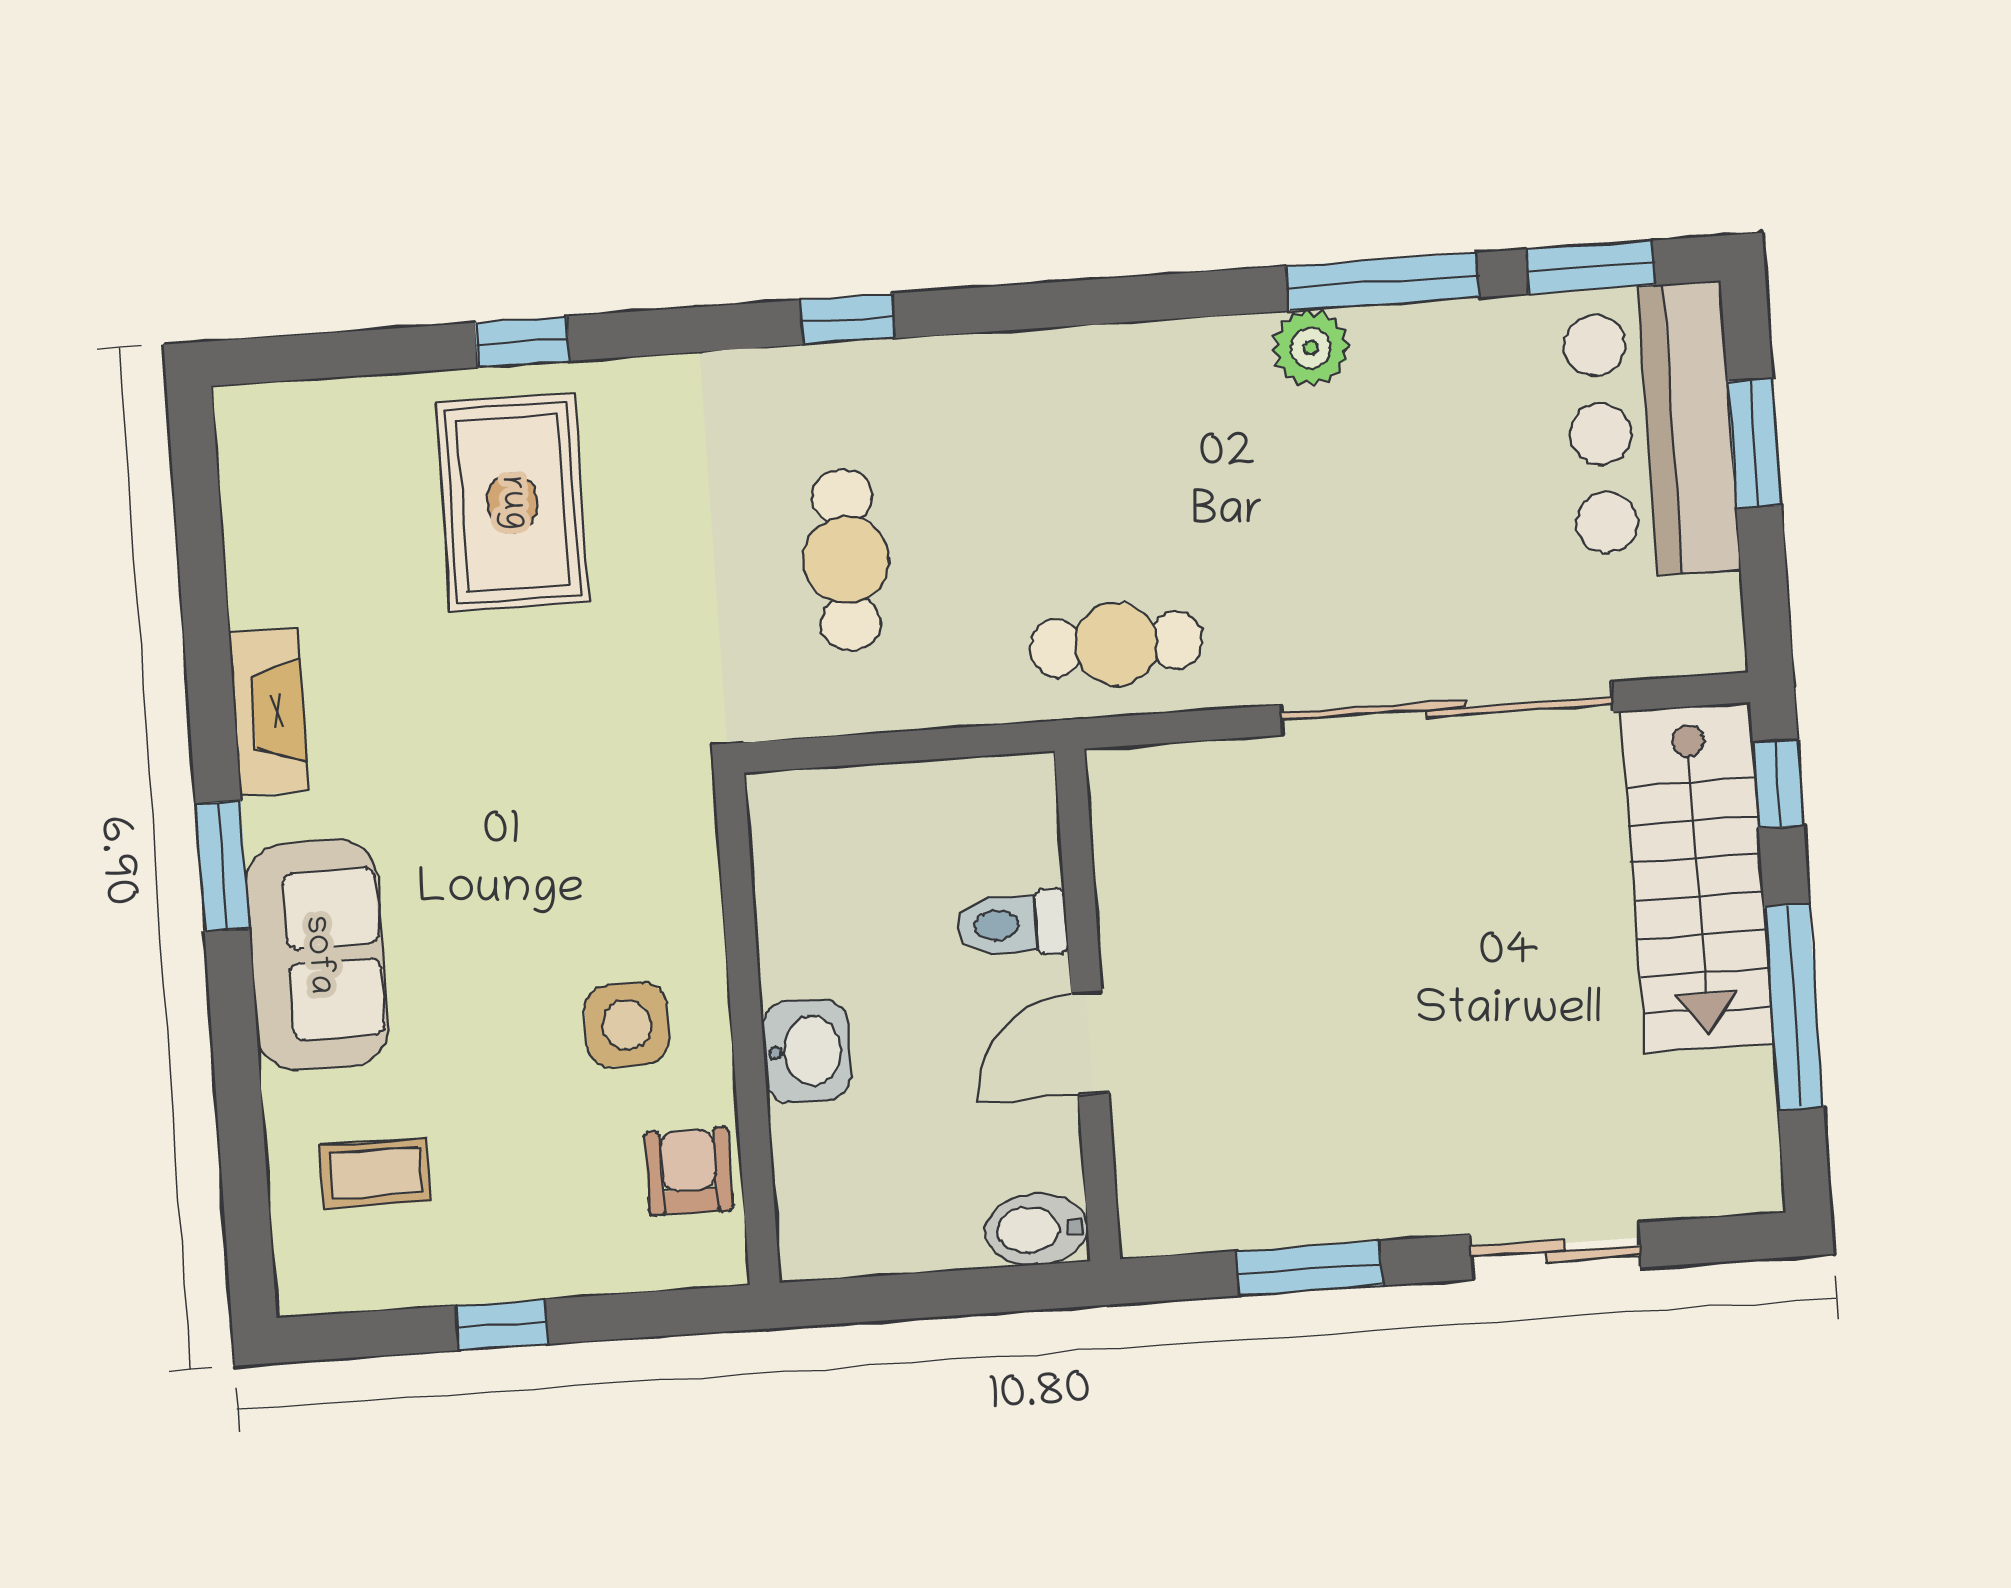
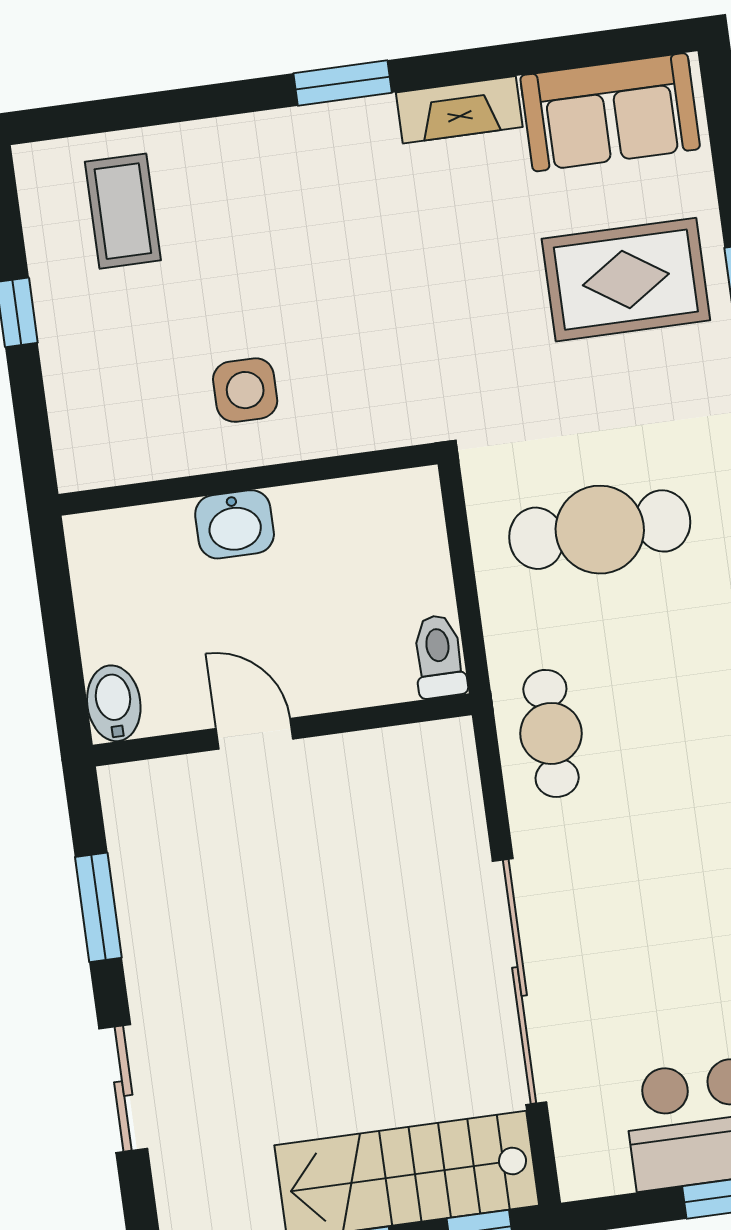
cafe table: (846, 560) -> (600, 530), width x1.37, depth x1.35
toilet: (1012, 924) -> (439, 656), moved
sofa: (317, 955) -> (610, 112), moved
armchair: (689, 1171) -> (140, 443), removed
coffee table: (375, 1173) -> (123, 211), width x1.36, depth x1.30

